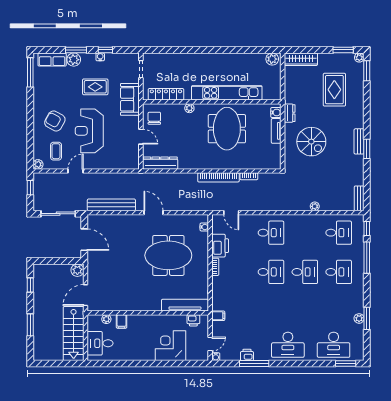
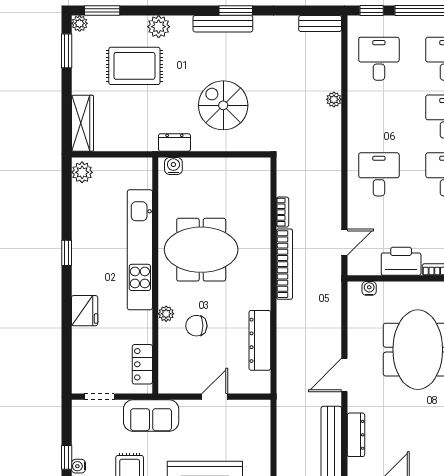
window: (225, 50) -> (67, 253), added
fridge: (191, 60) -> (85, 311), added
locker: (166, 94) -> (142, 364), width x0.66
plant: (357, 104) -> (159, 27), added
chair: (154, 118) -> (196, 326), moved
tv unit: (276, 131) -> (205, 165), removed
bench: (359, 141) -> (223, 24), width x1.36
spiral stairs: (311, 142) -> (223, 105), turned -90
dresser: (160, 163) -> (260, 340), moved
dresser: (119, 219) -> (356, 435), added

